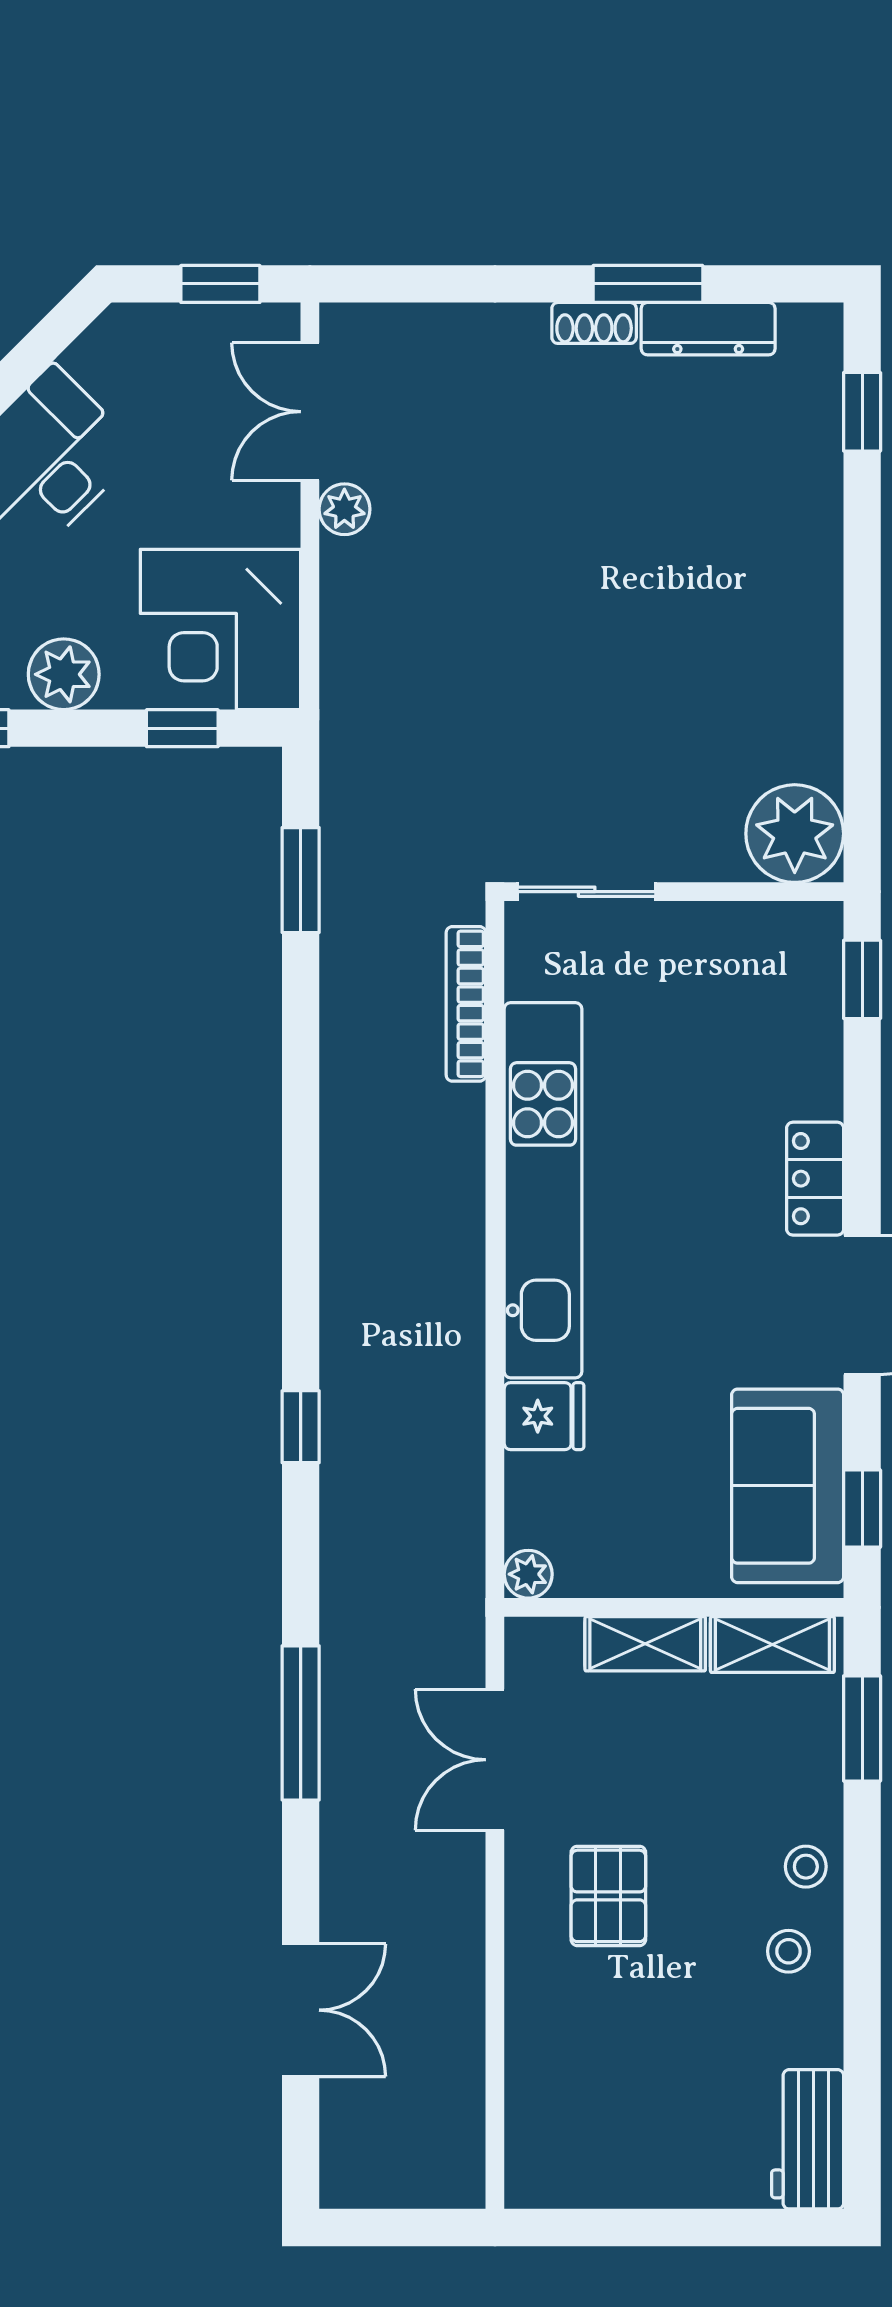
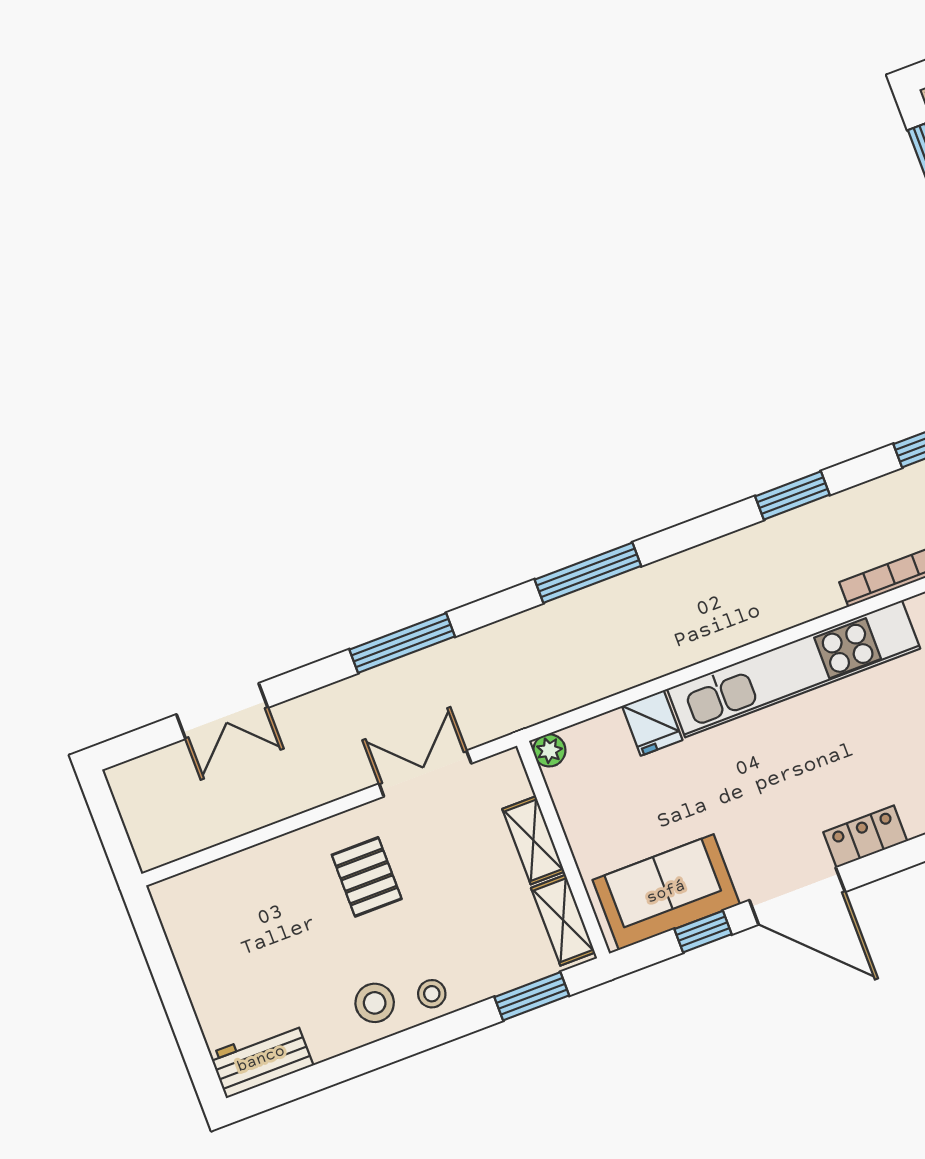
window: (301, 1100) -> (792, 496), added
window: (301, 1427) -> (588, 573), width x2.17
window: (862, 1509) -> (703, 932), moved
pallet: (608, 1896) -> (367, 877), turned 90
stool: (788, 1951) -> (375, 1003), width x1.37, depth x1.37

